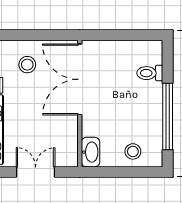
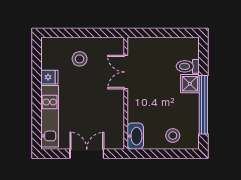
double door: (80, 79) -> (126, 72), width x0.54
shower: (152, 93) -> (190, 84), added

